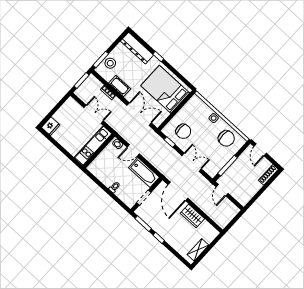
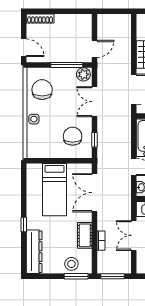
bed: (165, 89) -> (54, 190), width x0.67
door: (260, 150) -> (24, 48), hinge flipped
plant: (213, 170) -> (83, 74), added

